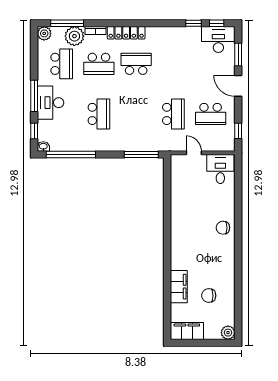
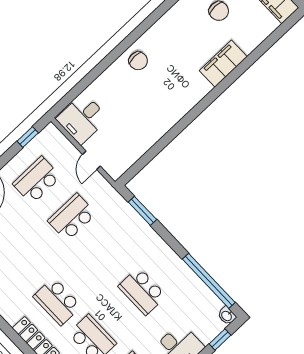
school desk: (99, 114) -> (142, 291), turned -90
school desk: (211, 114) -> (37, 180), turned -90
window: (141, 155) -> (142, 211), width x0.69
filing cabinet: (179, 287) -> (223, 64), moved

